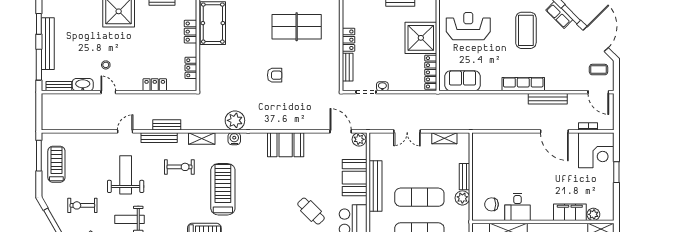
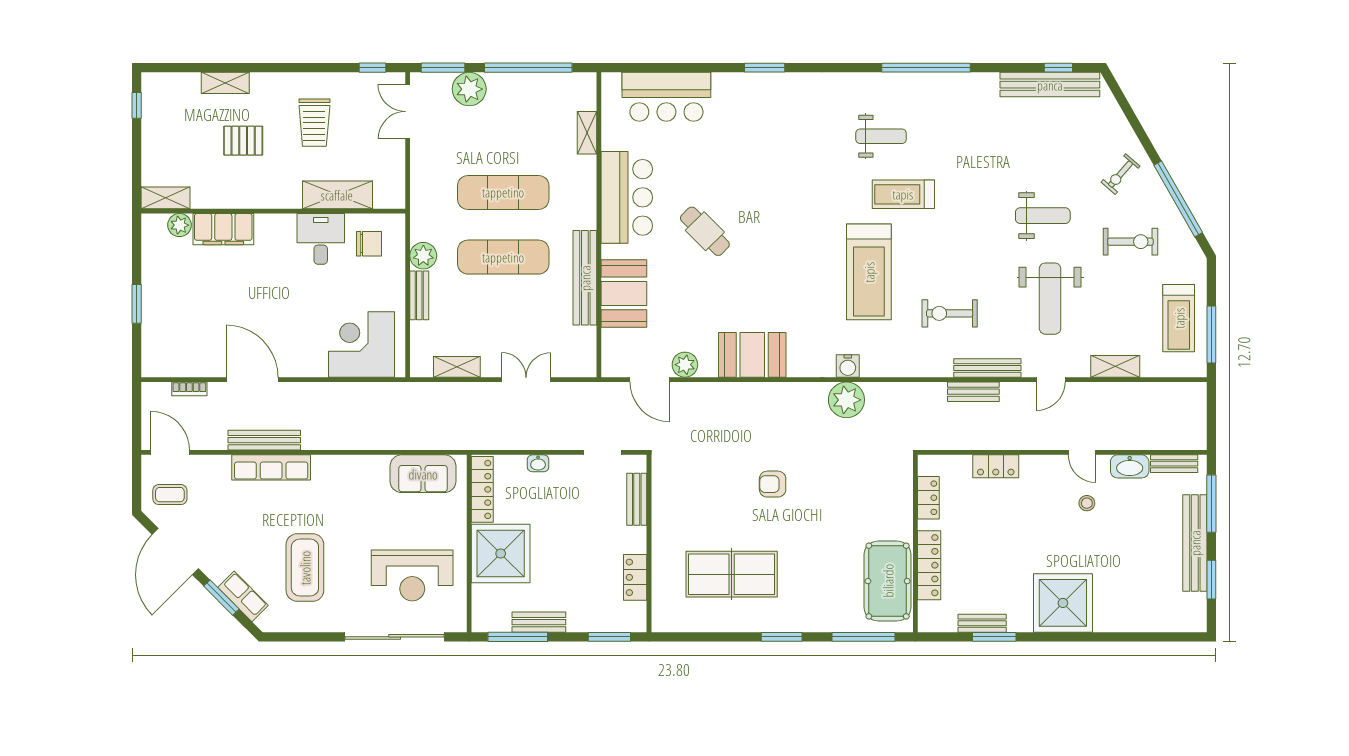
locker: (191, 32) -> (929, 565), width x1.53
locker: (349, 40) -> (635, 577), moved
row of seats: (523, 84) -> (271, 467), moved
washbasin: (382, 86) -> (538, 463), moved
shelving: (202, 138) -> (1115, 366), moved
plant: (359, 139) -> (685, 365), moved
corner desk: (596, 150) -> (361, 345), moved

